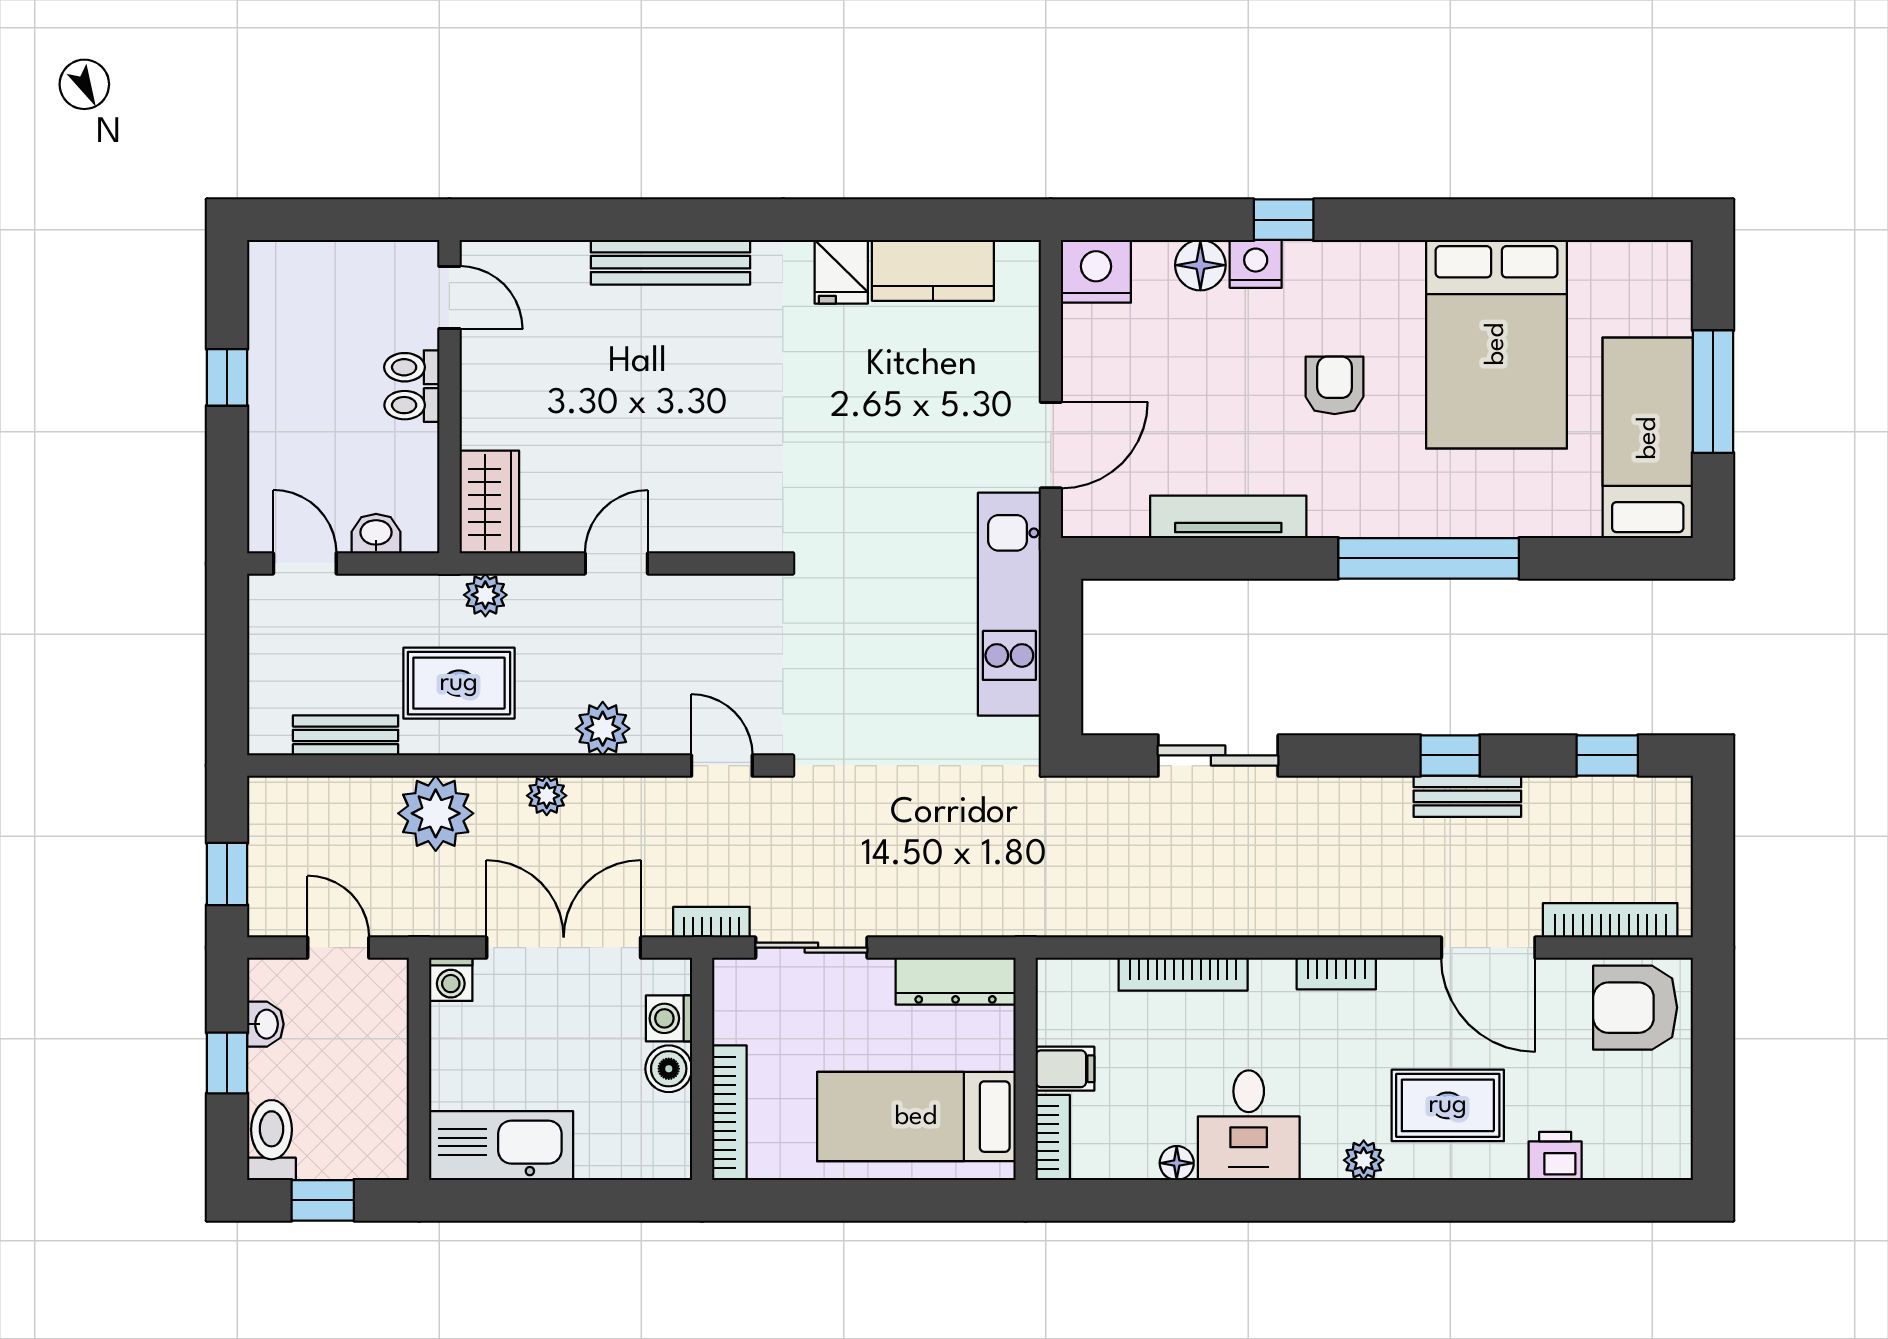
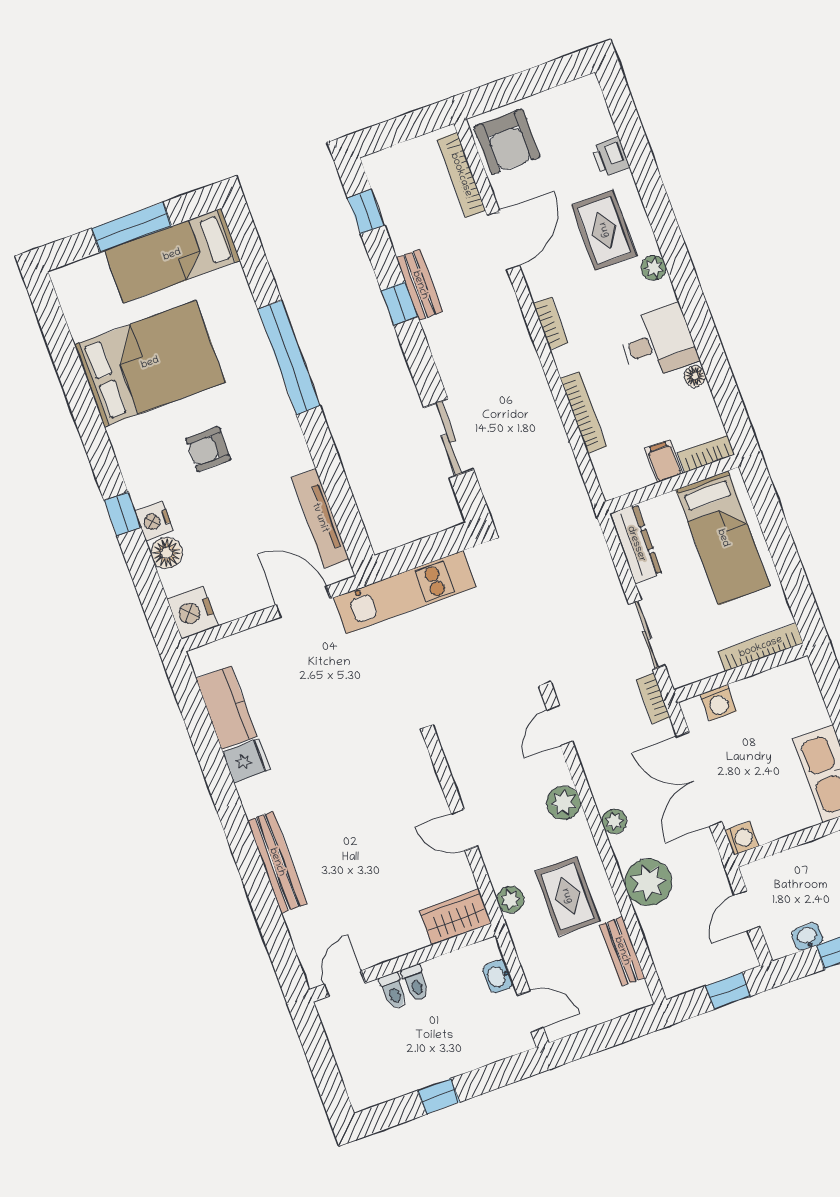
tv unit: (1228, 517) -> (320, 518), moved
door: (305, 563) -> (530, 1012), swing flipped
boiler: (669, 1069) -> (748, 692), removed

